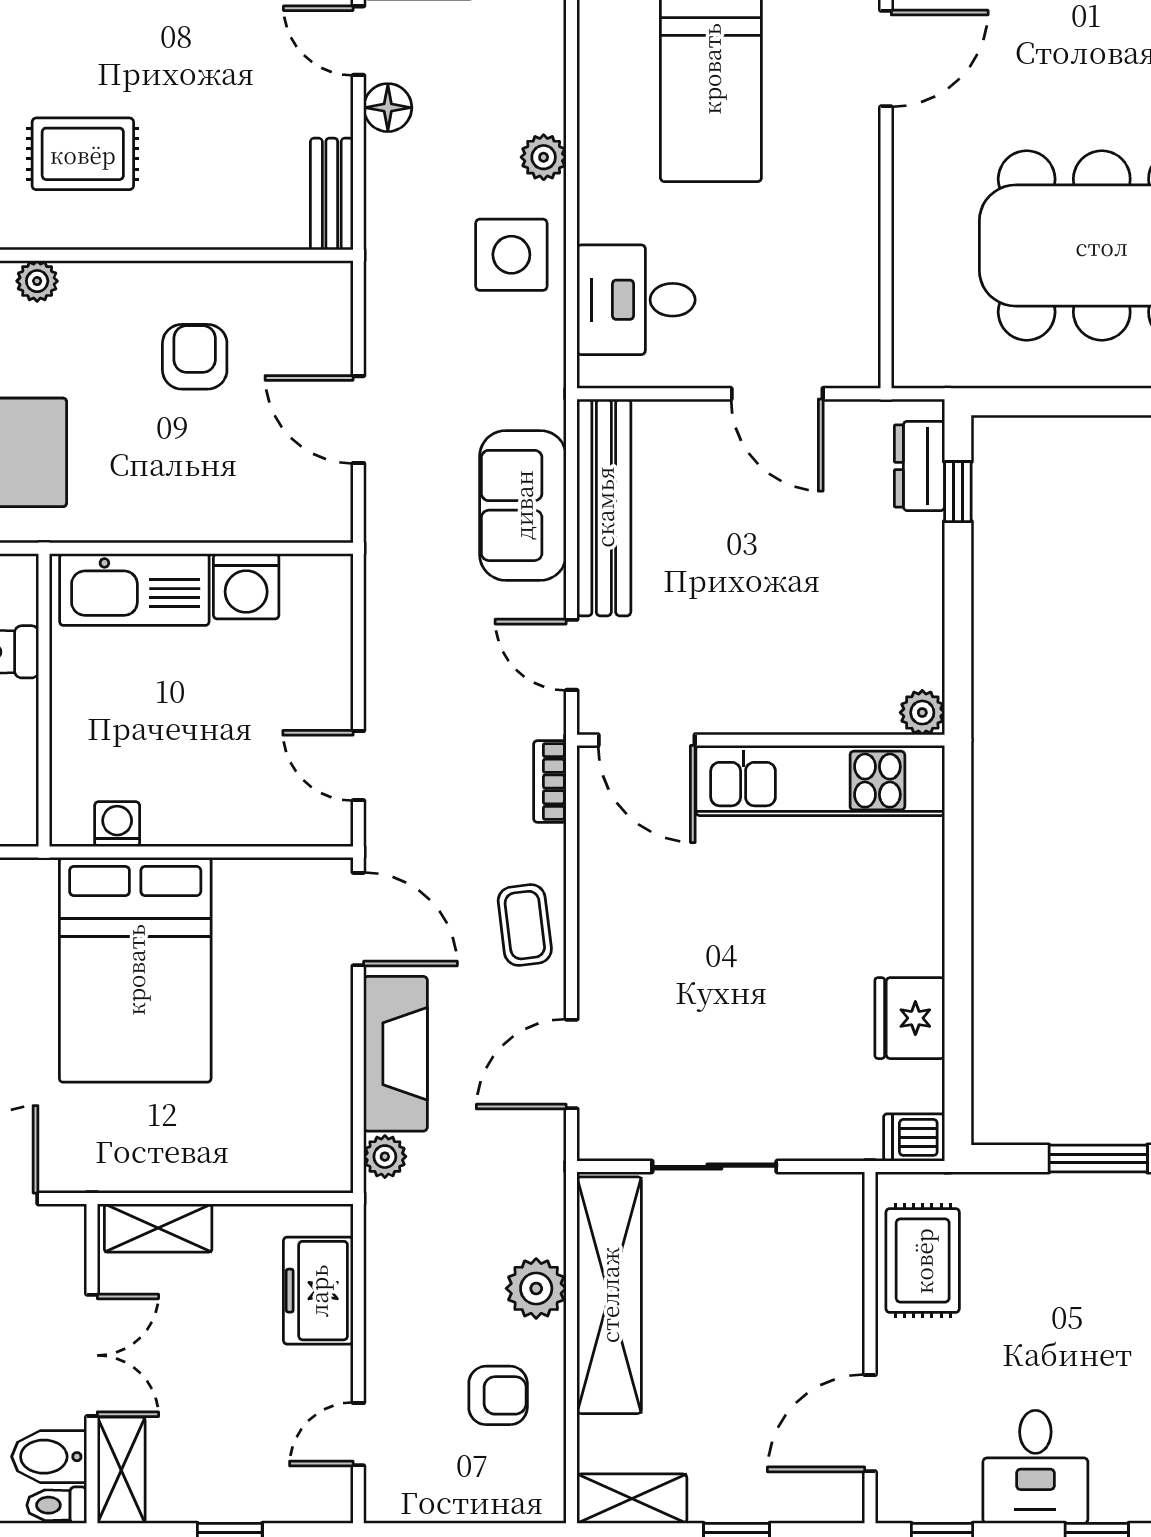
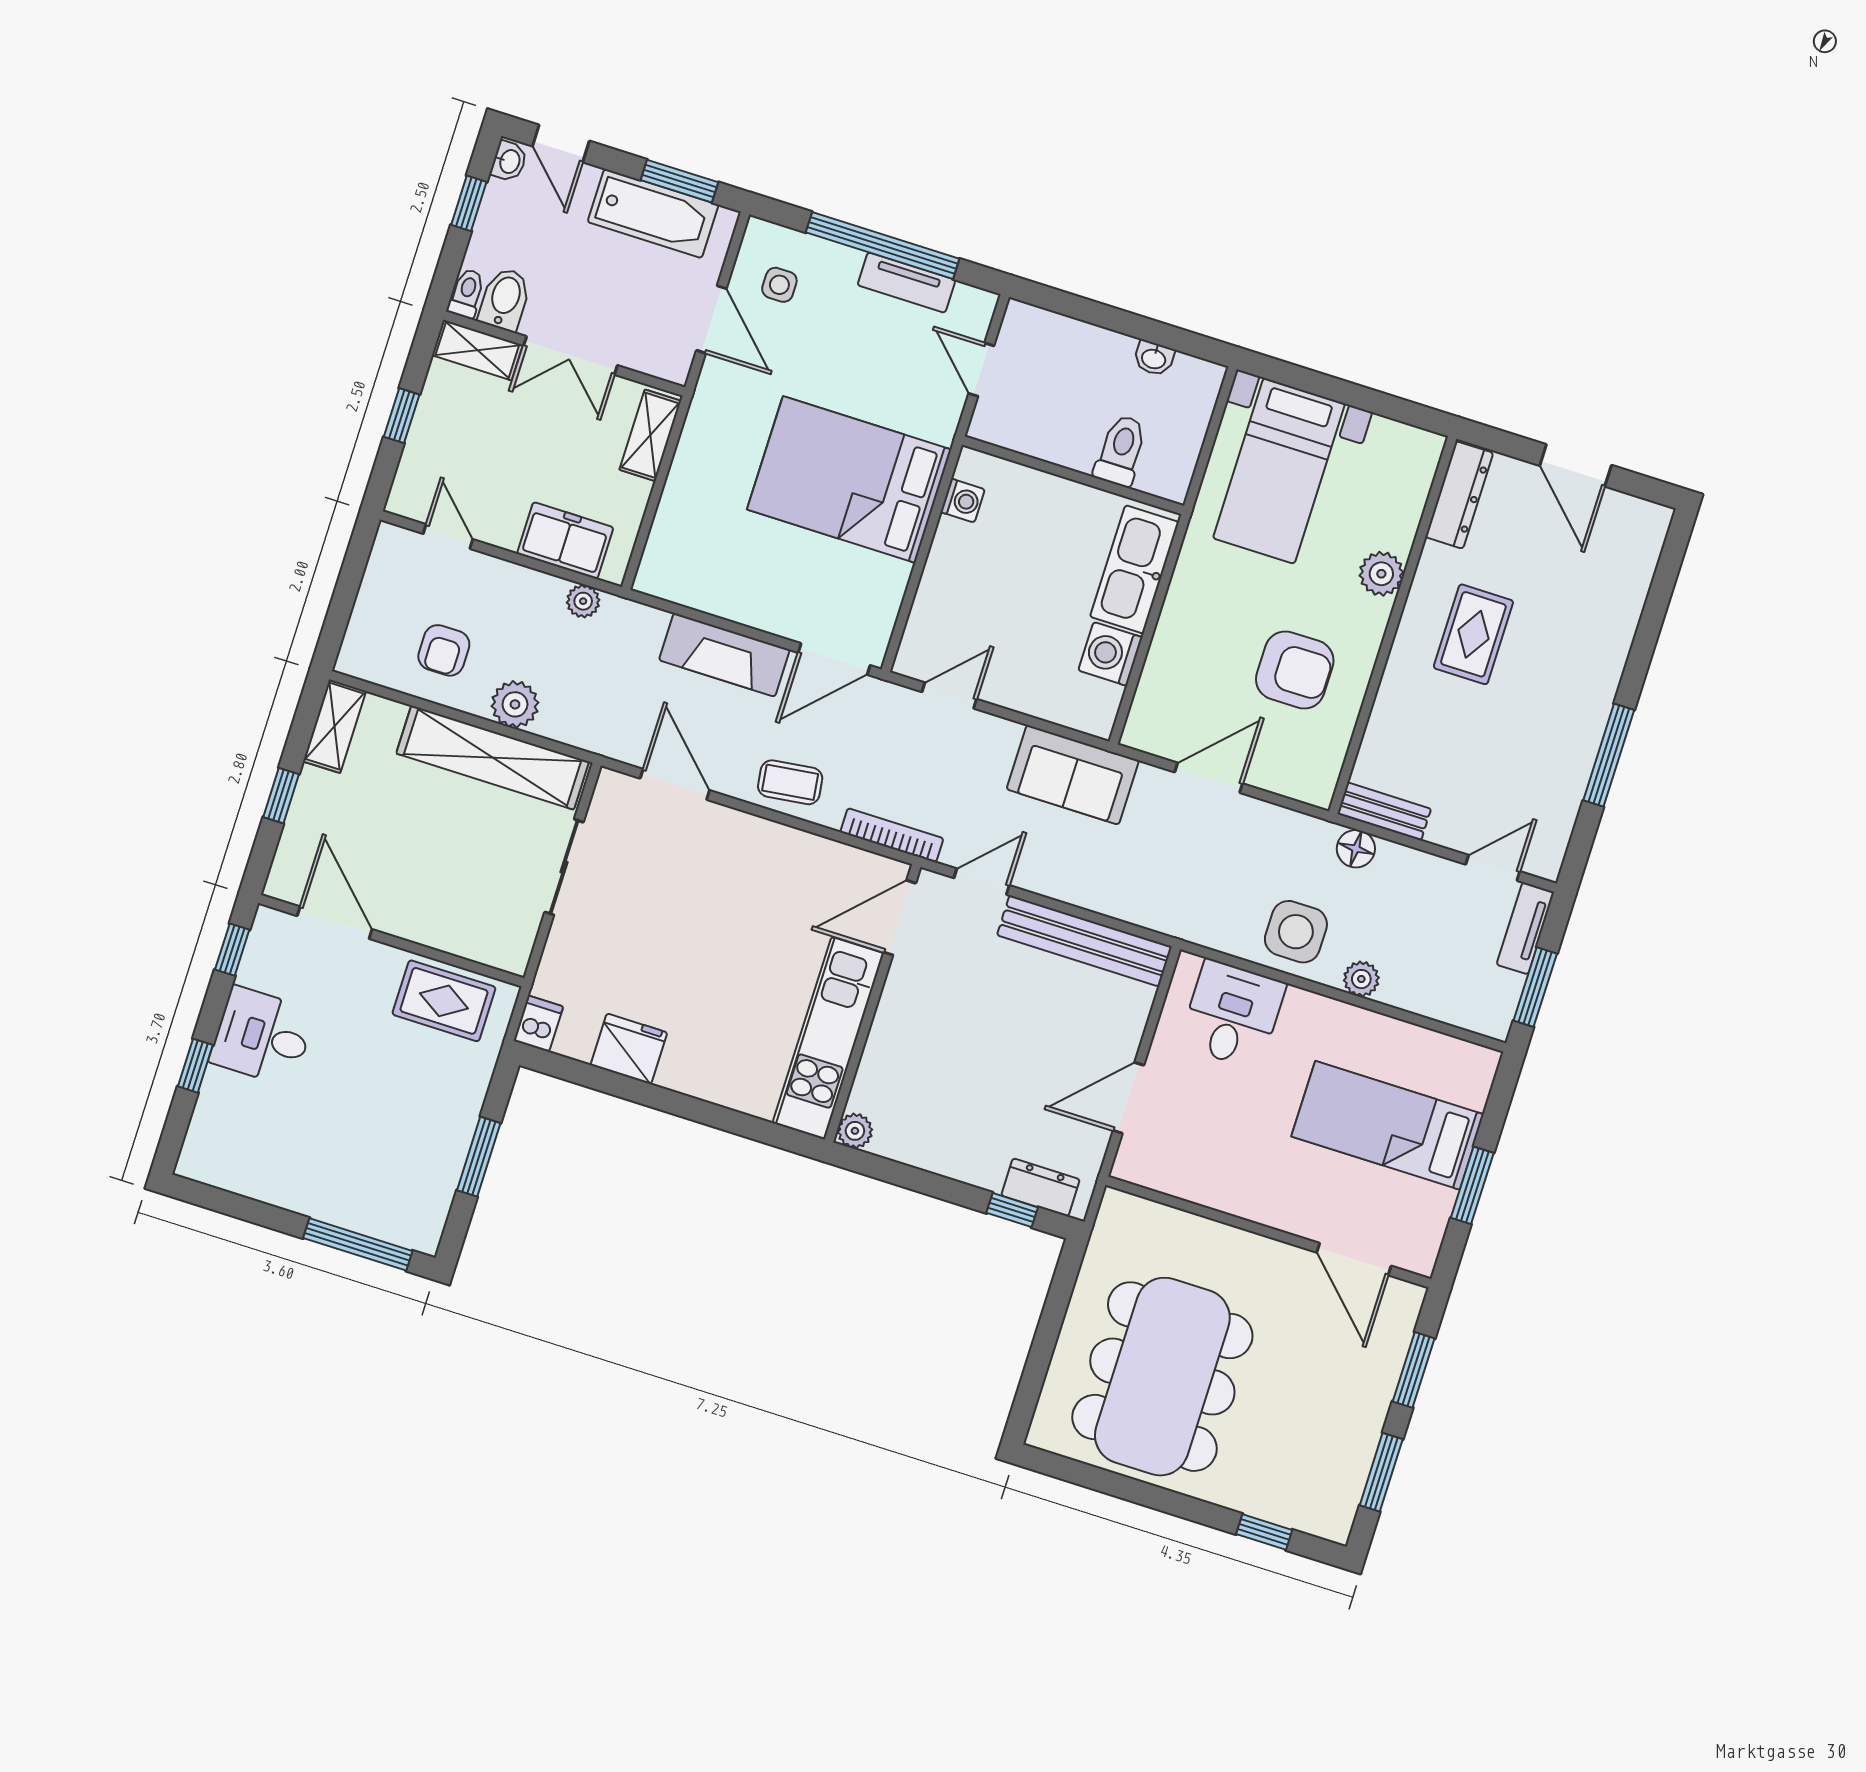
floor lamp: (388, 108) -> (1356, 849), moved
plant: (37, 281) -> (1381, 574), width x1.38, depth x1.38
armchair: (195, 357) -> (1295, 670), width x1.38, depth x1.38
sofa: (523, 505) -> (1073, 775), moved, turned 180
bookcase: (550, 782) -> (892, 835), width x1.56
plant: (385, 1157) -> (583, 601), moved

